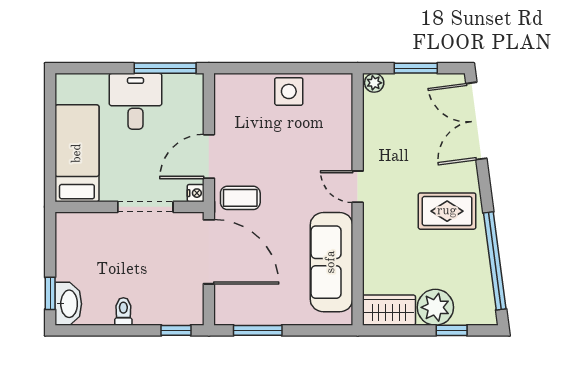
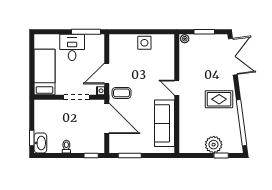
double door: (476, 121) -> (233, 57), swing flipped
wardrobe: (389, 310) -> (192, 146), removed

